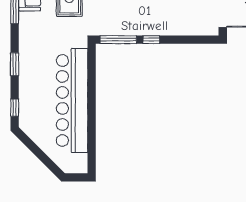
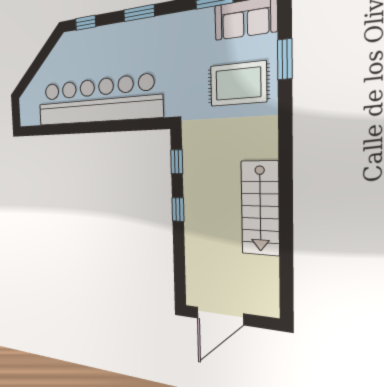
window: (118, 40) -> (177, 162), width x0.46

